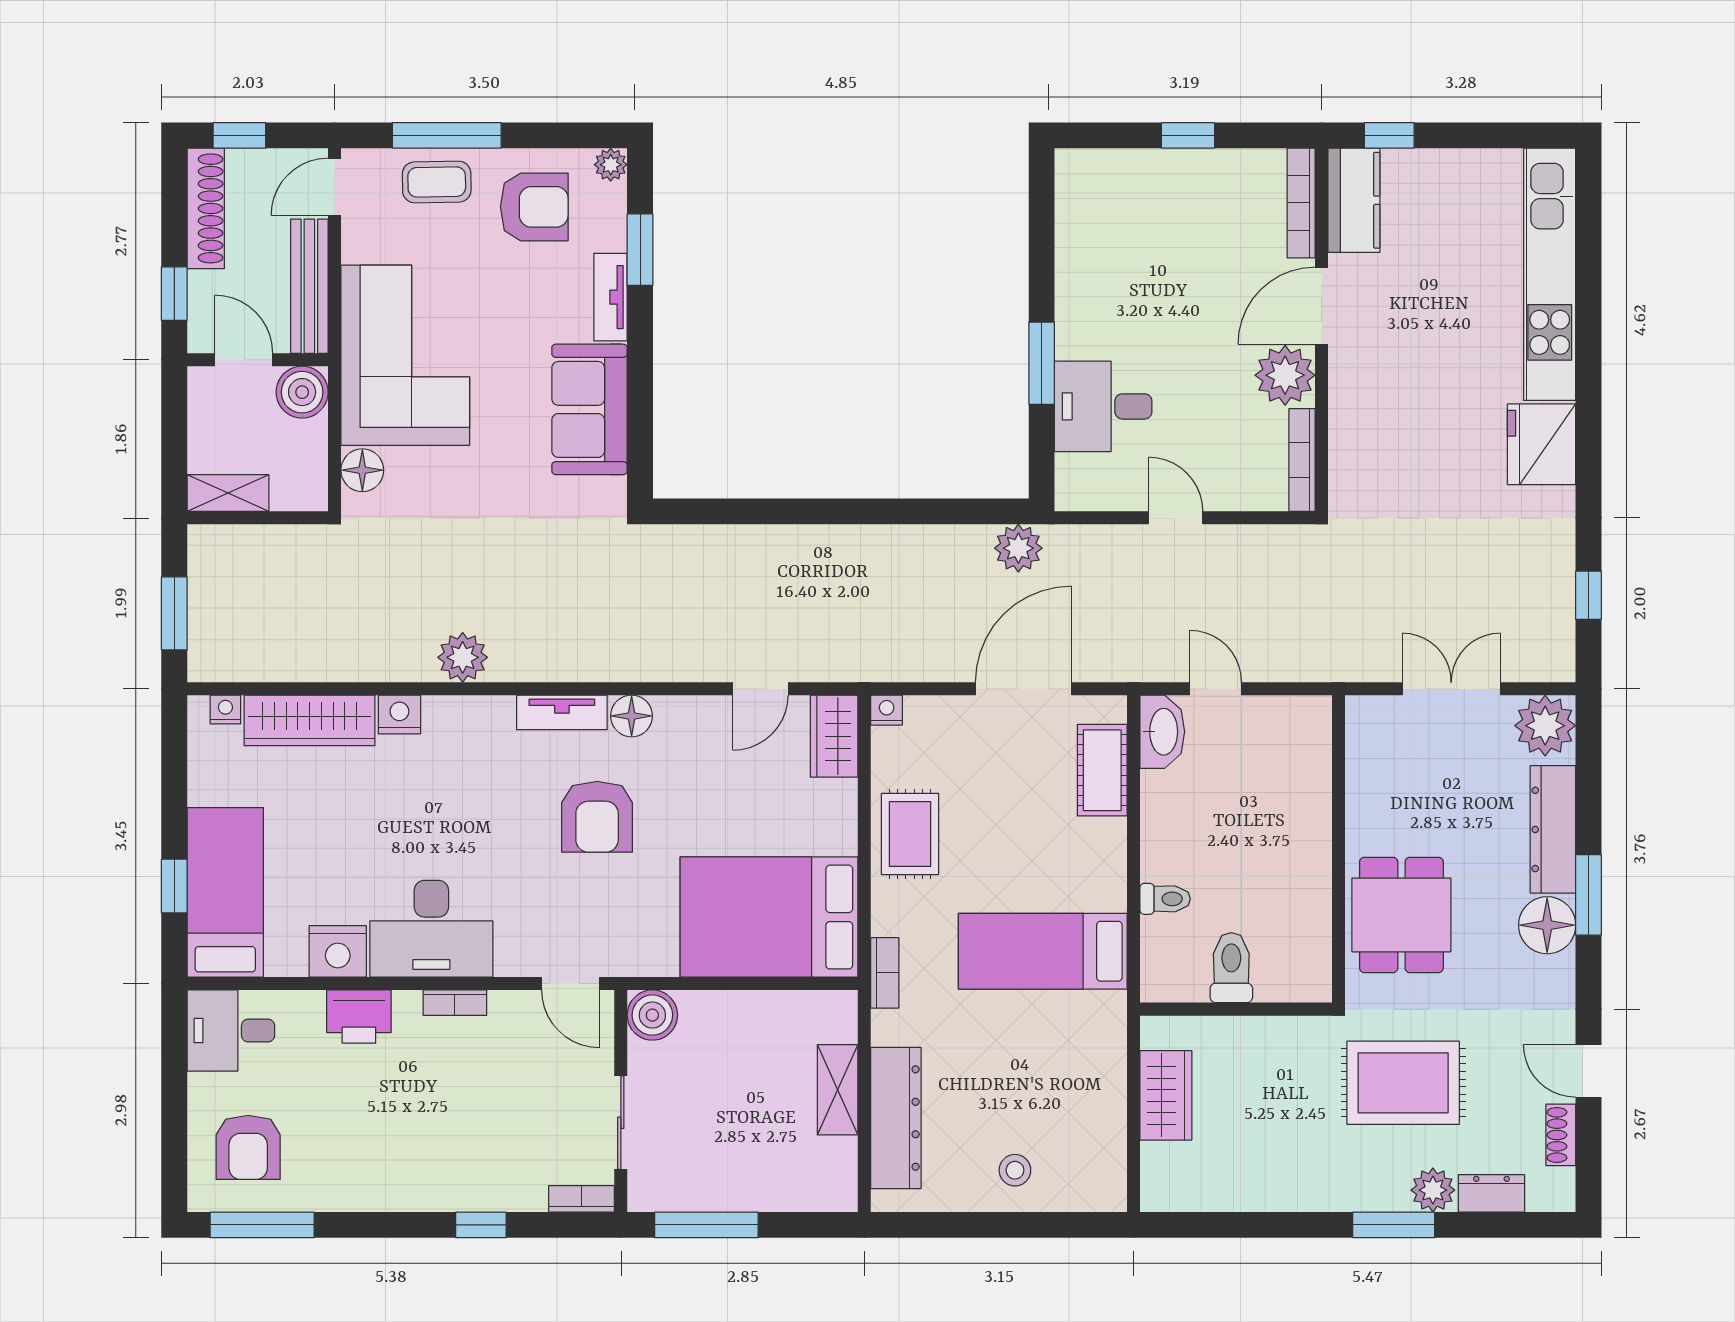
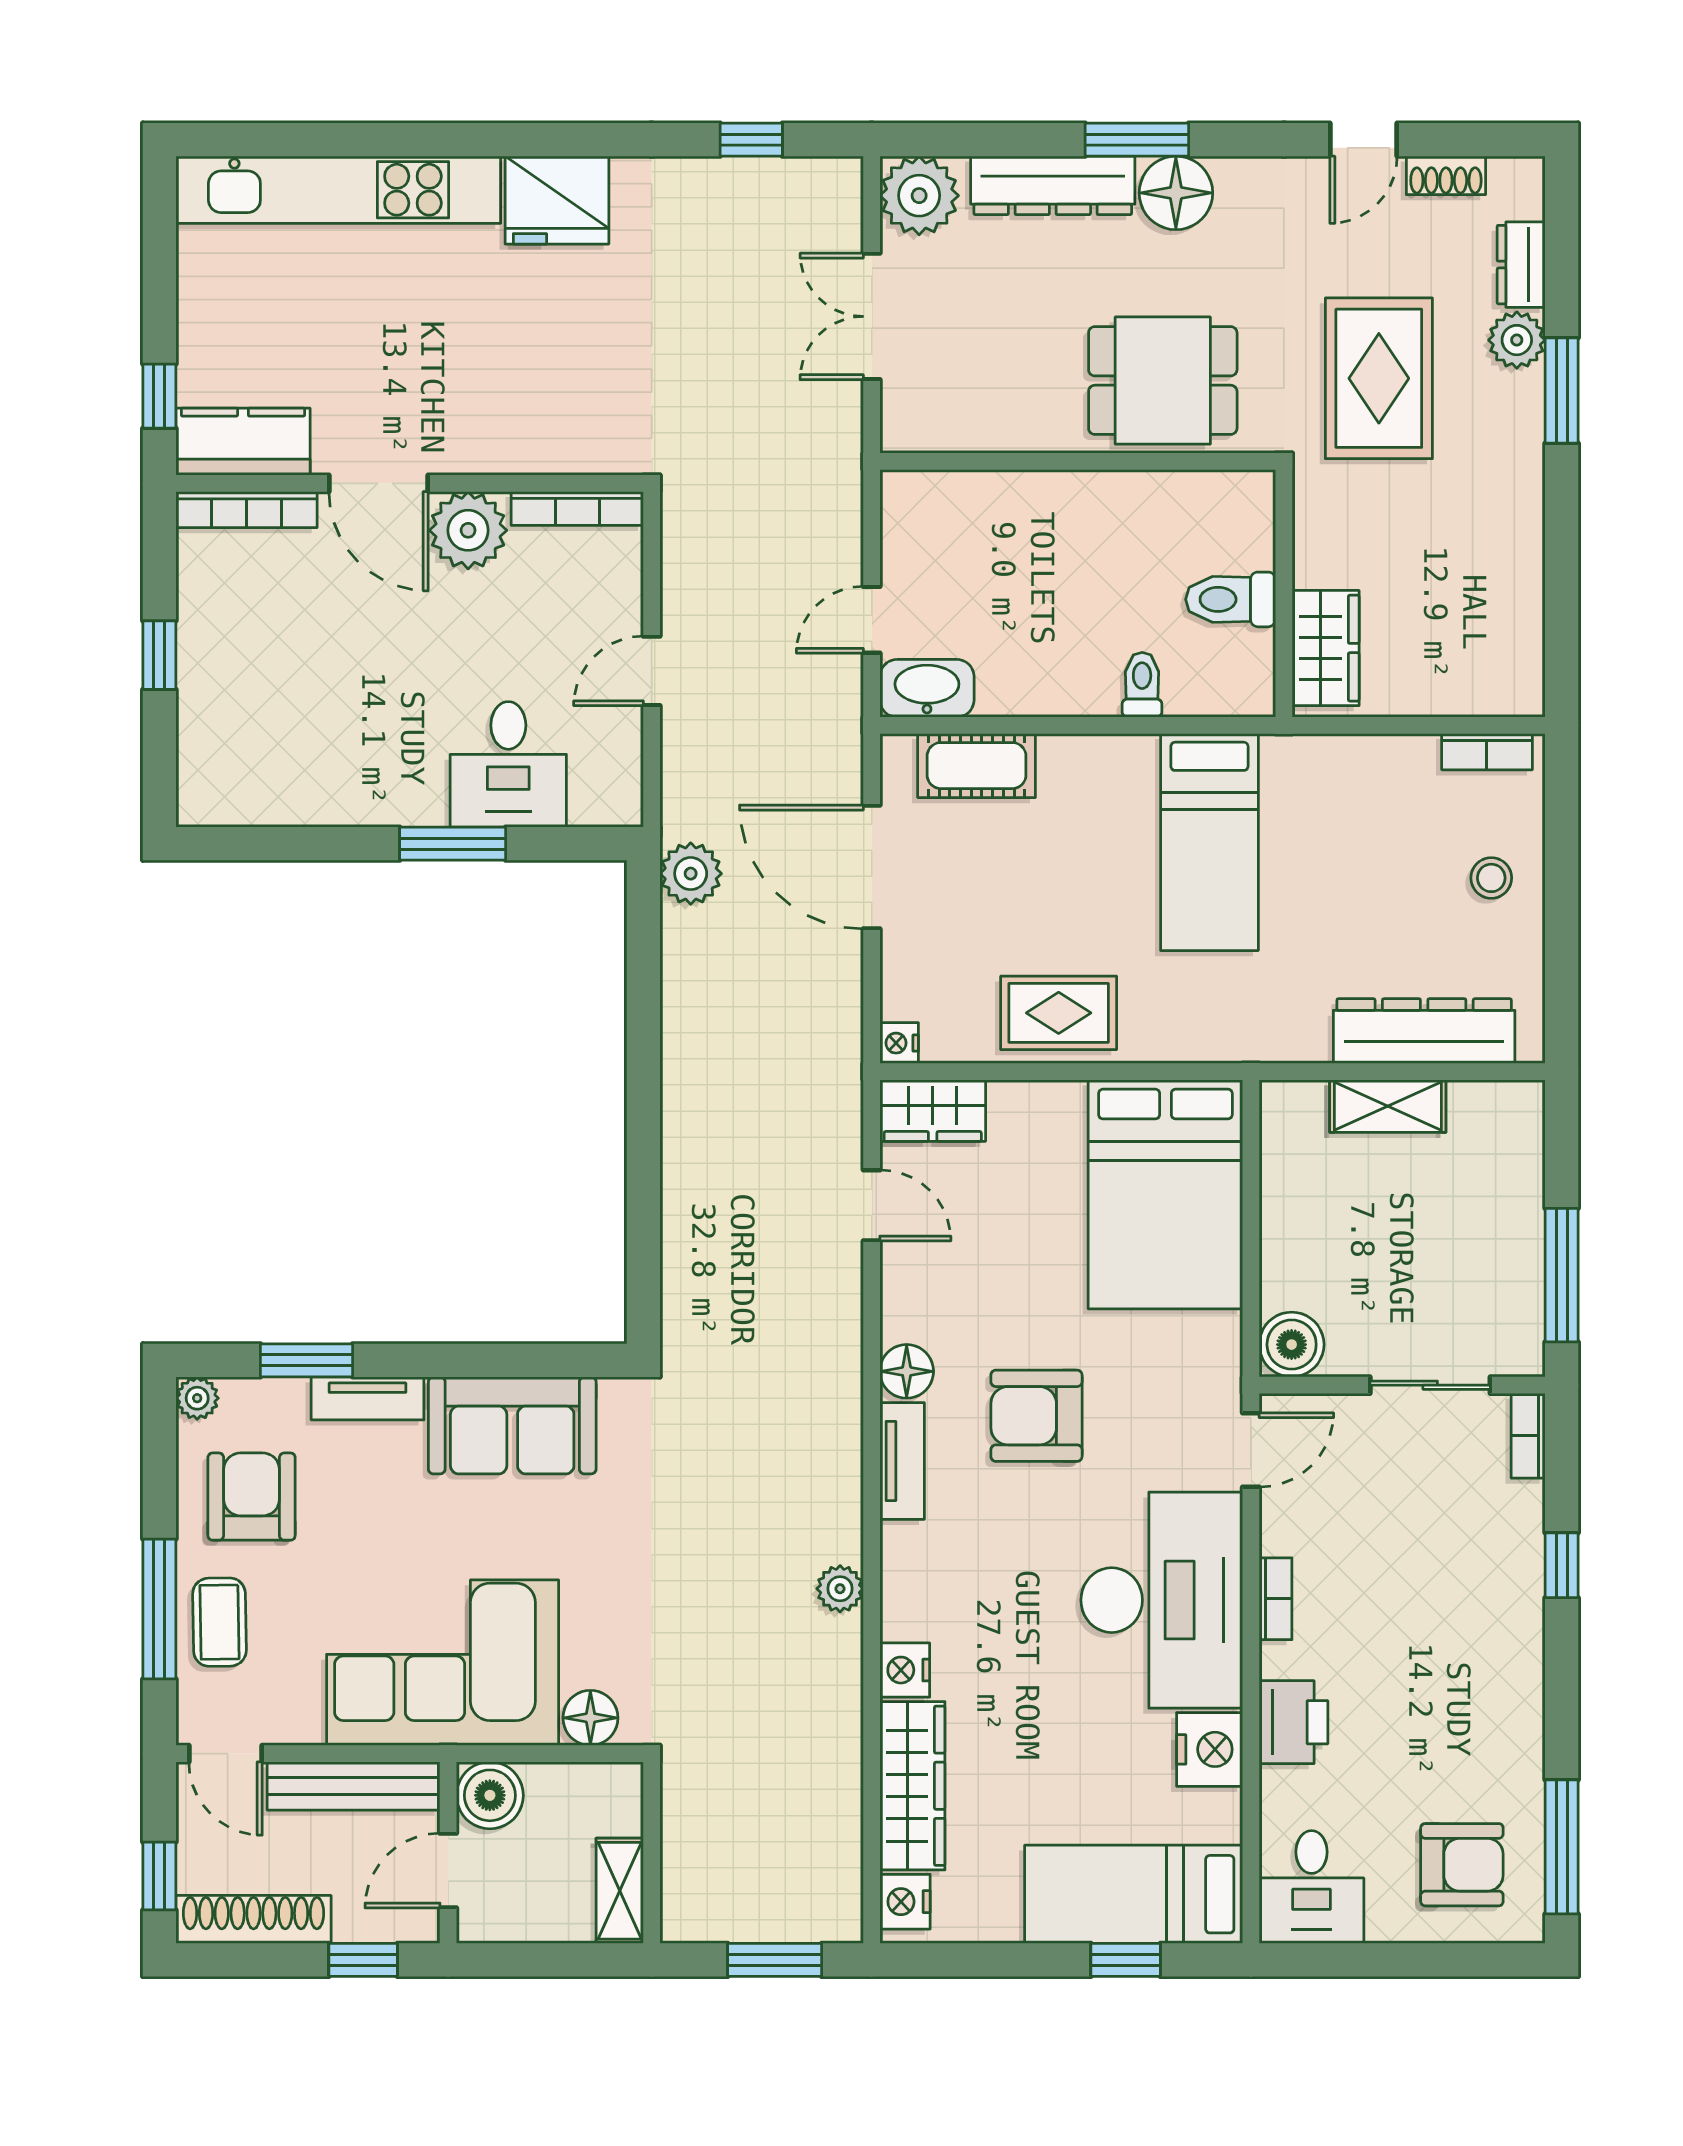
plant: (463, 657) -> (840, 1589), width x0.73, depth x0.73
nightstand: (225, 710) -> (905, 1902), width x1.39, depth x1.35
armchair: (597, 817) -> (1036, 1416), turned 180
desk: (431, 929) -> (1162, 1600), width x1.36, depth x1.30
bookcase: (885, 973) -> (1487, 752), moved, turned 180
wardrobe: (1166, 1095) -> (1326, 648), moved, turned 90

